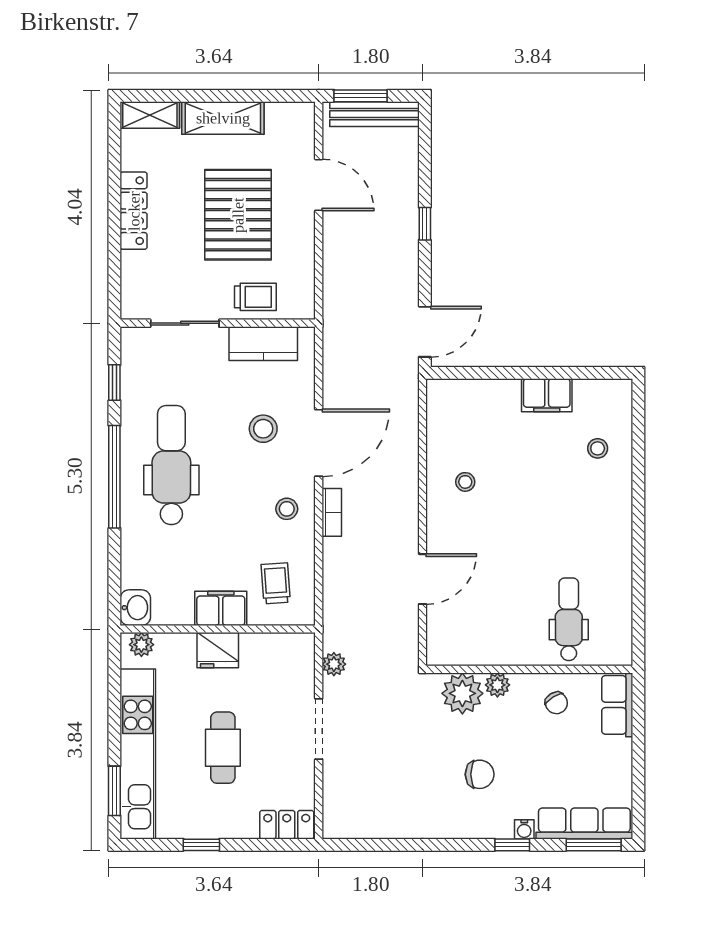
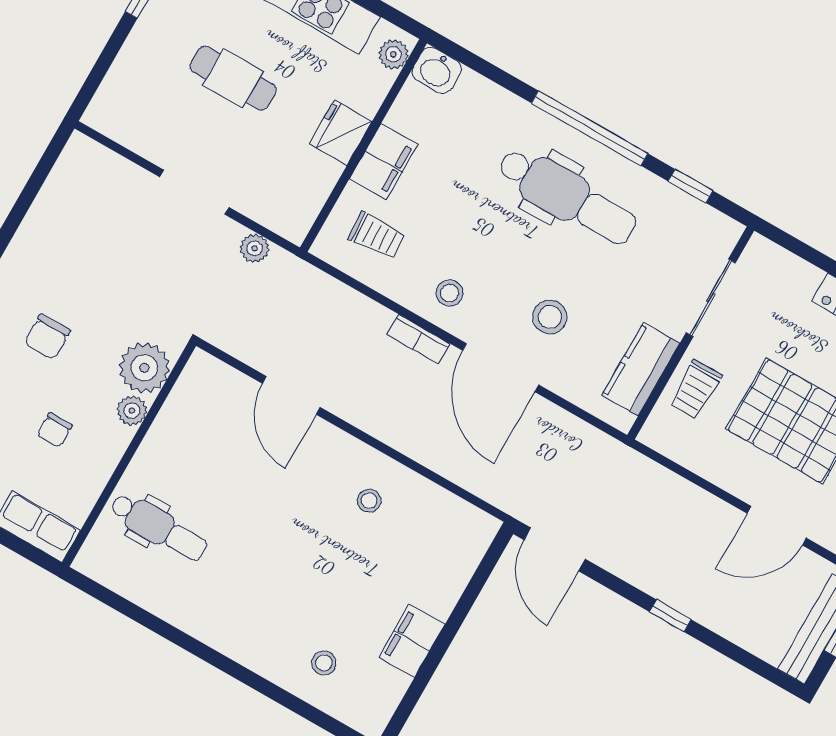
chair: (556, 703) -> (55, 430), moved, turned -59
locker: (287, 825) -> (112, 99), removed

